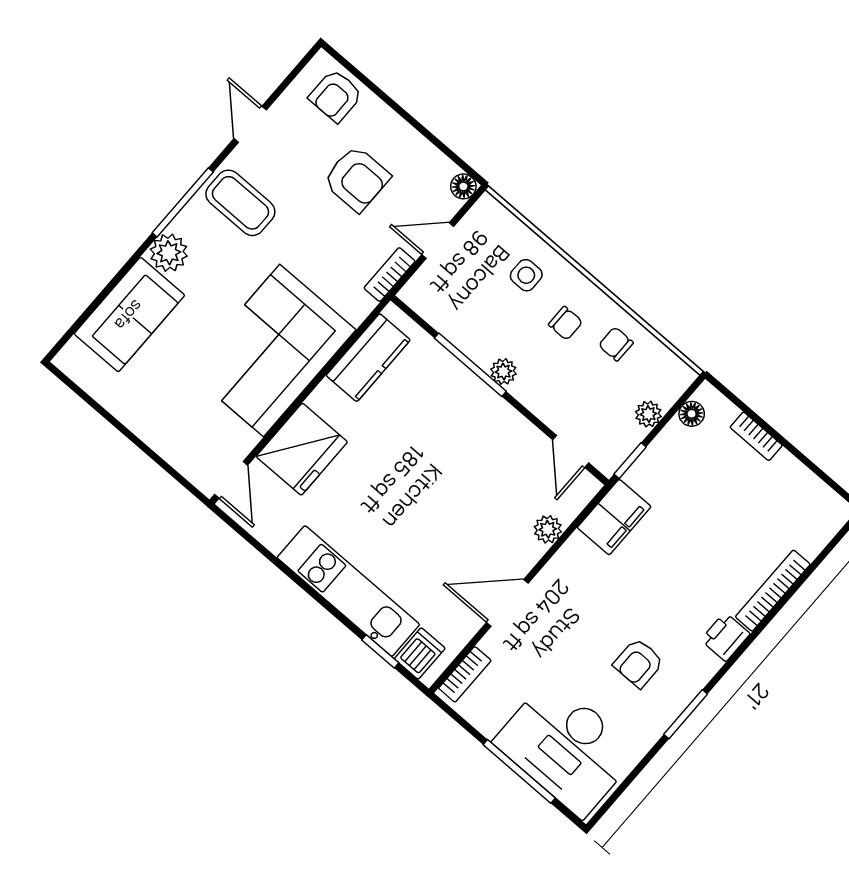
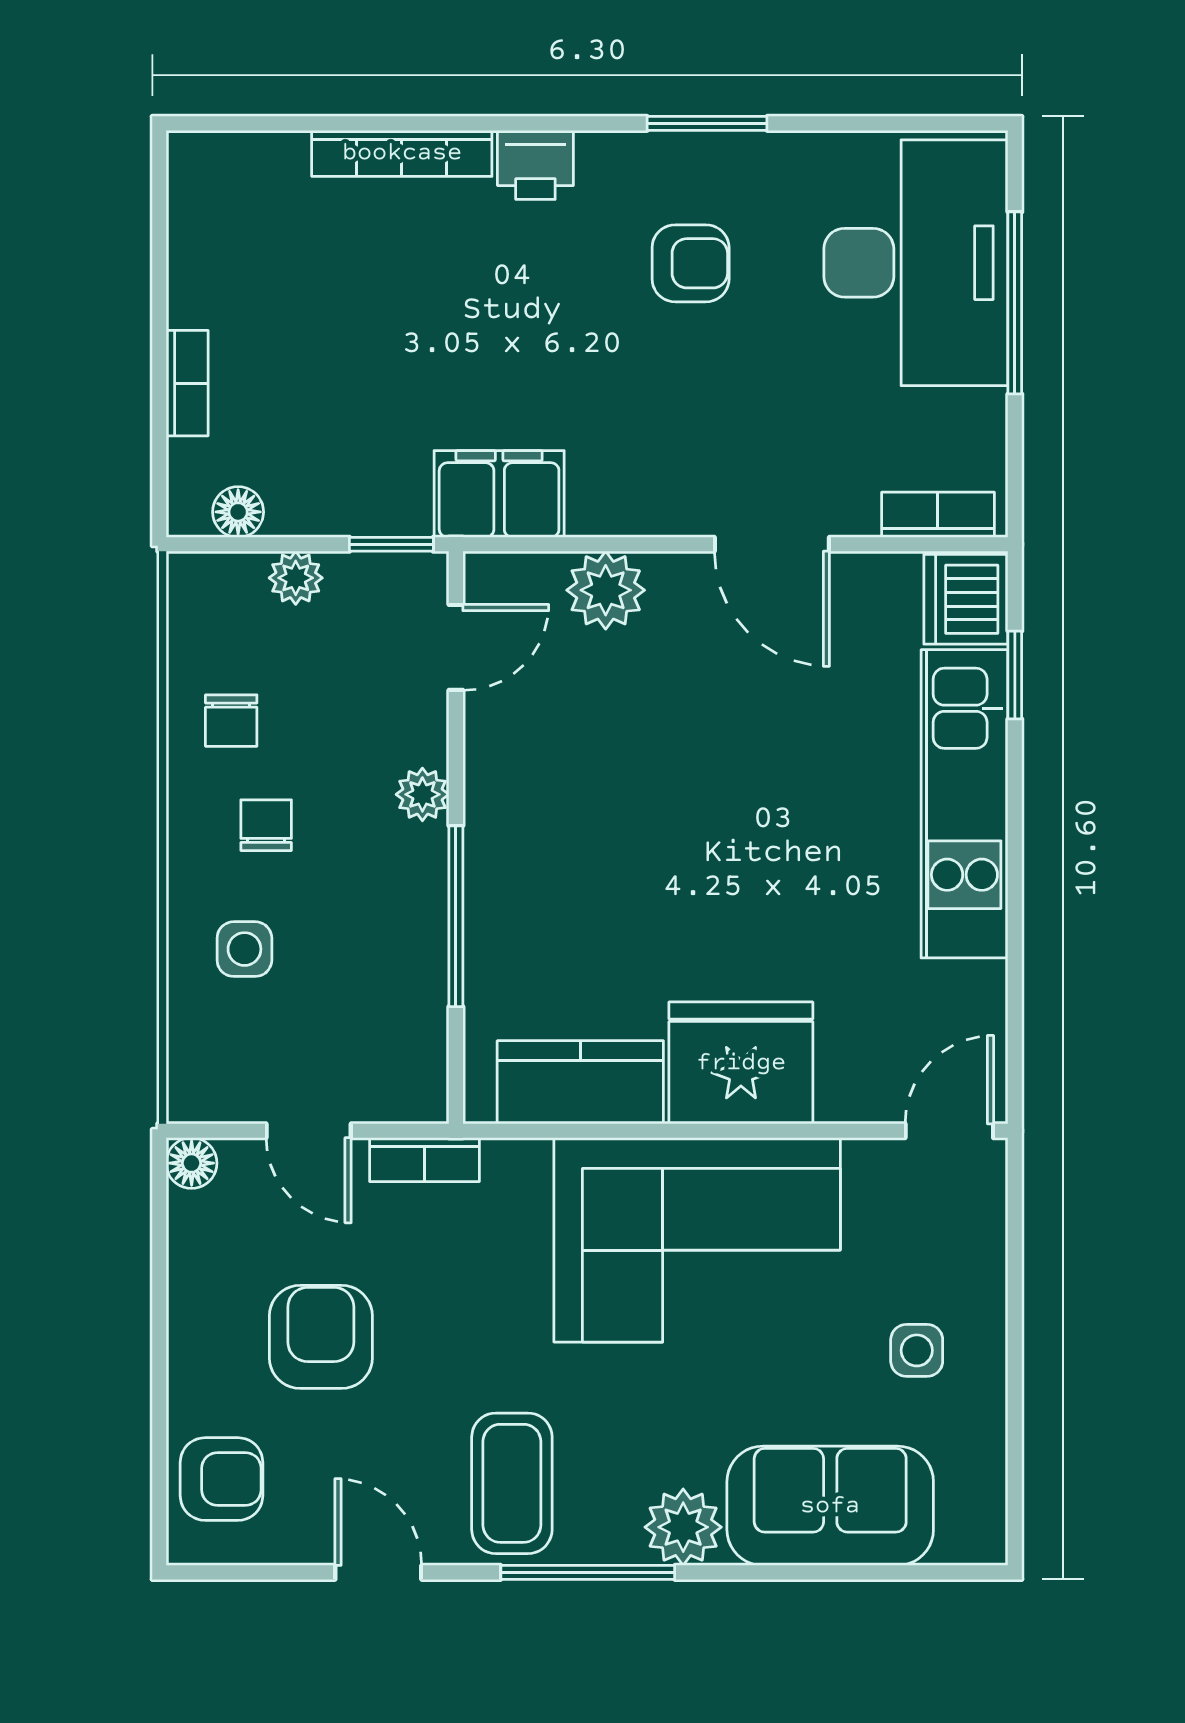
door: (250, 124) -> (378, 1572), swing flipped
plant: (503, 372) -> (422, 794), moved
side table: (160, 397) -> (917, 1350), added
fridge: (302, 449) -> (741, 1063), moved
plant: (548, 529) -> (606, 590), width x1.38, depth x1.38
dishwasher: (420, 654) -> (966, 599), width x1.38

